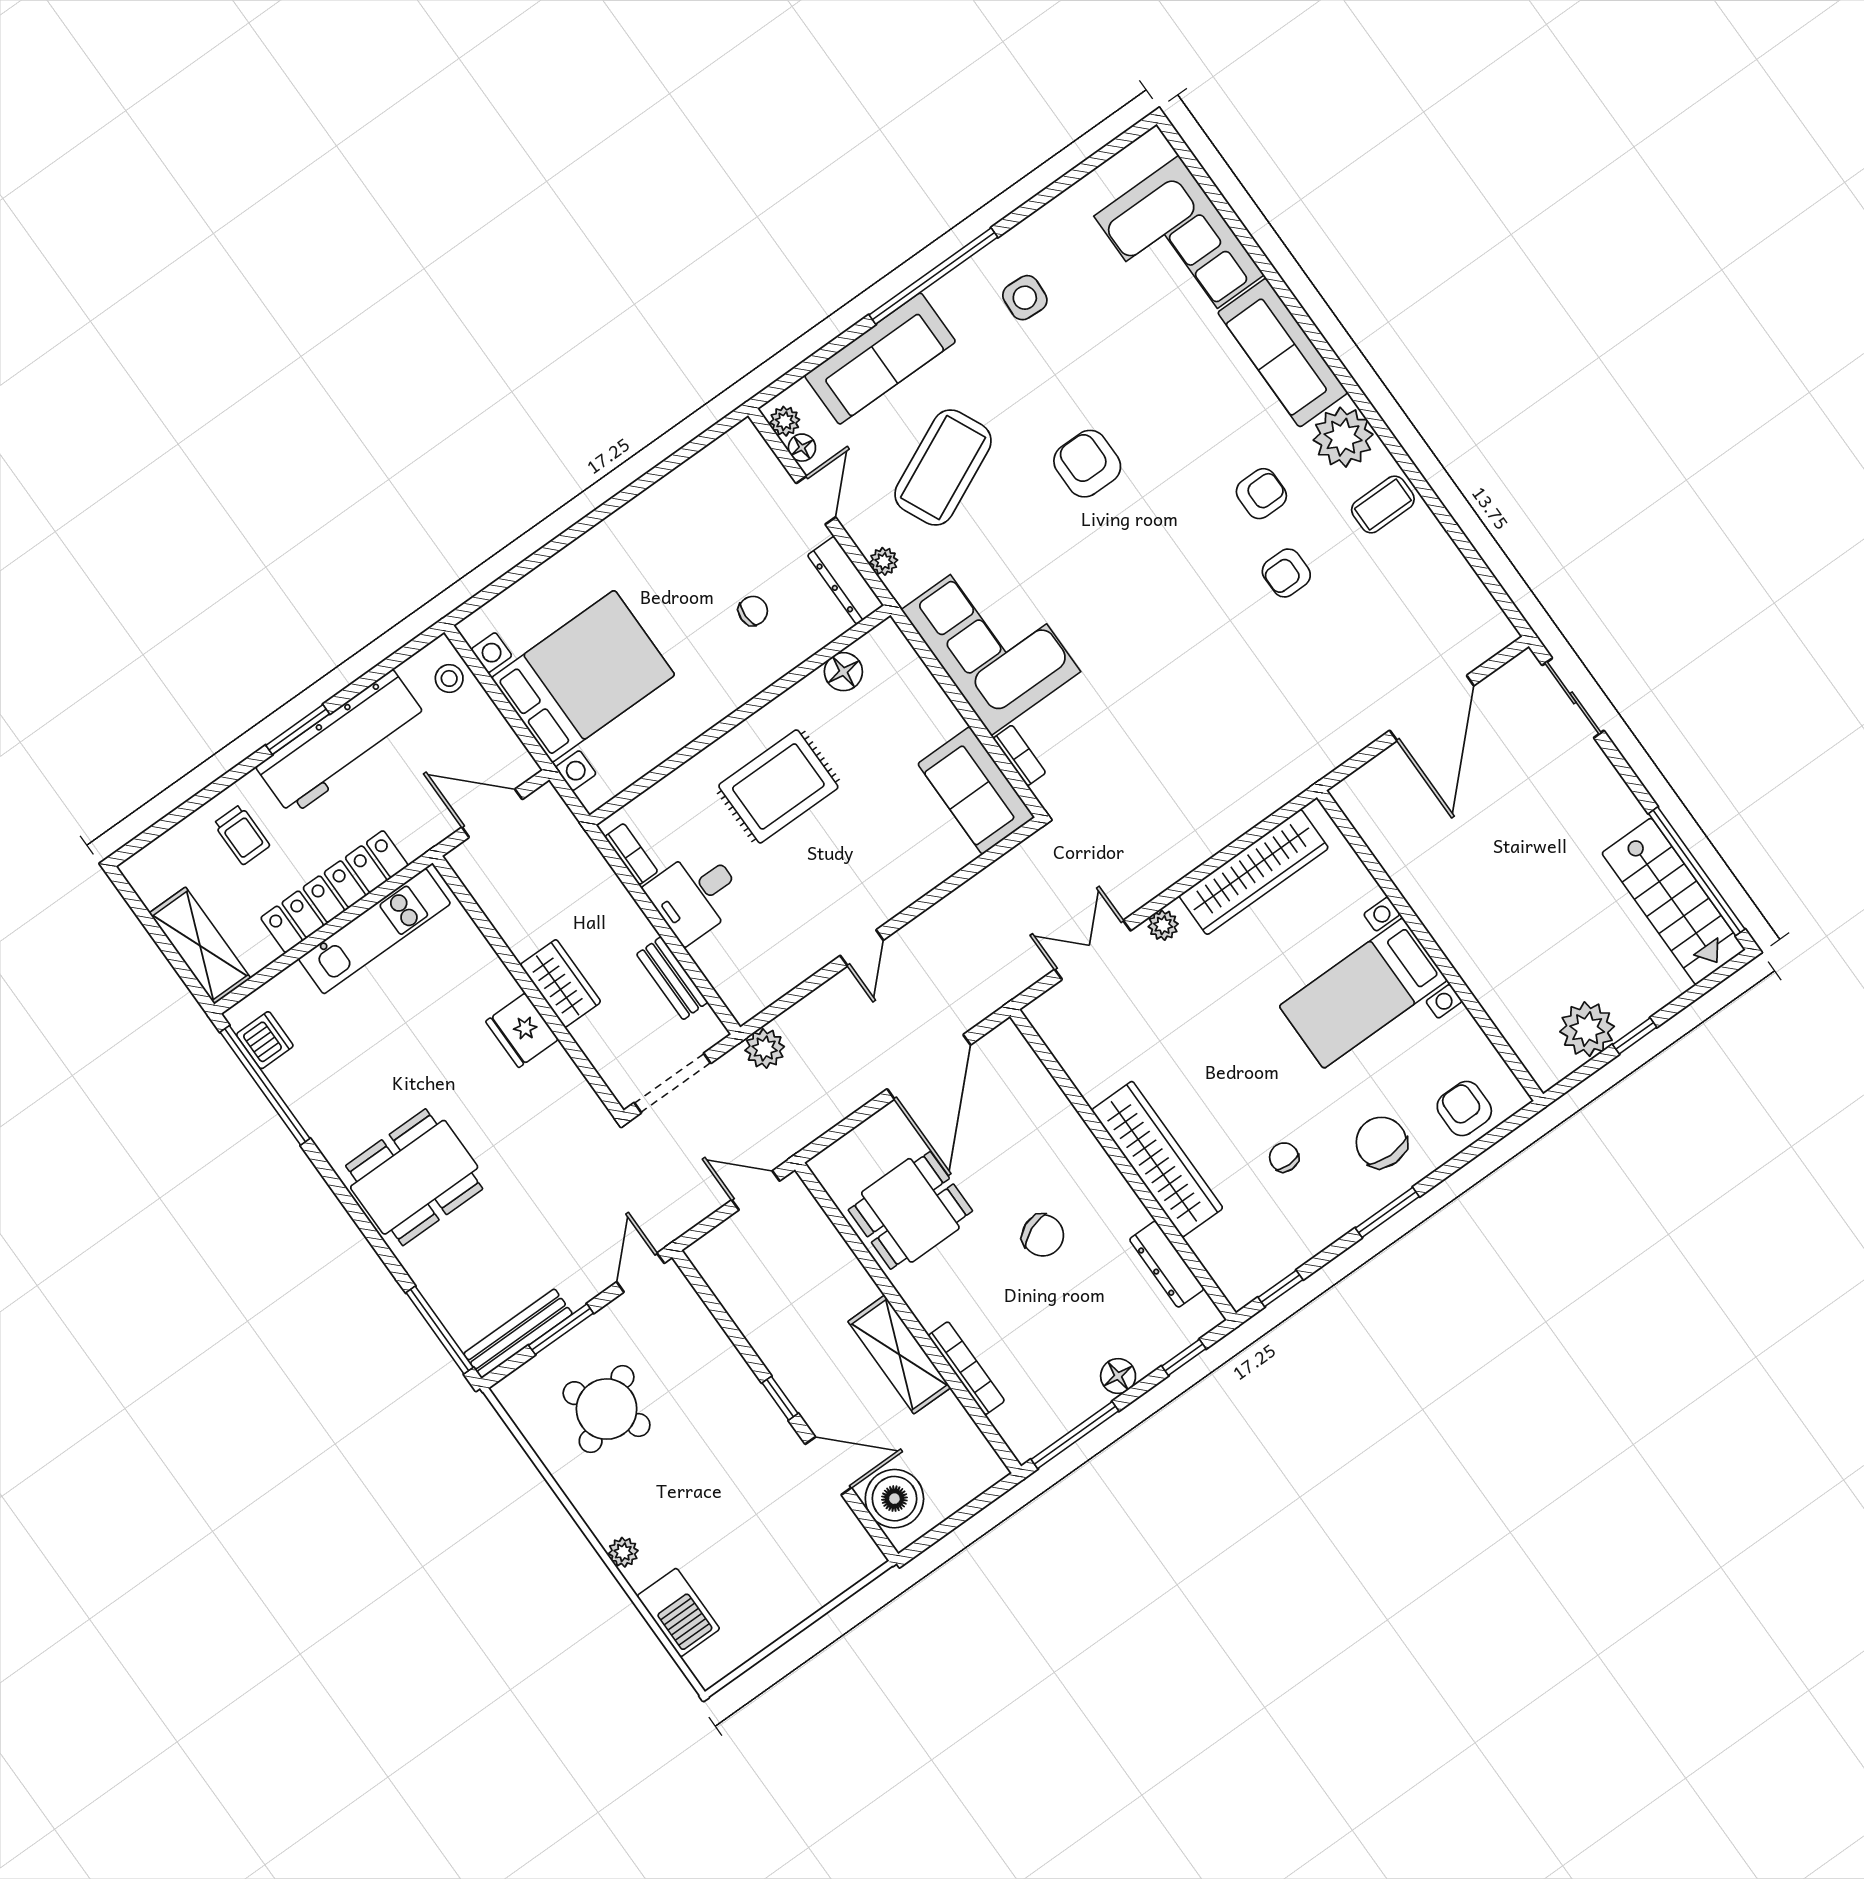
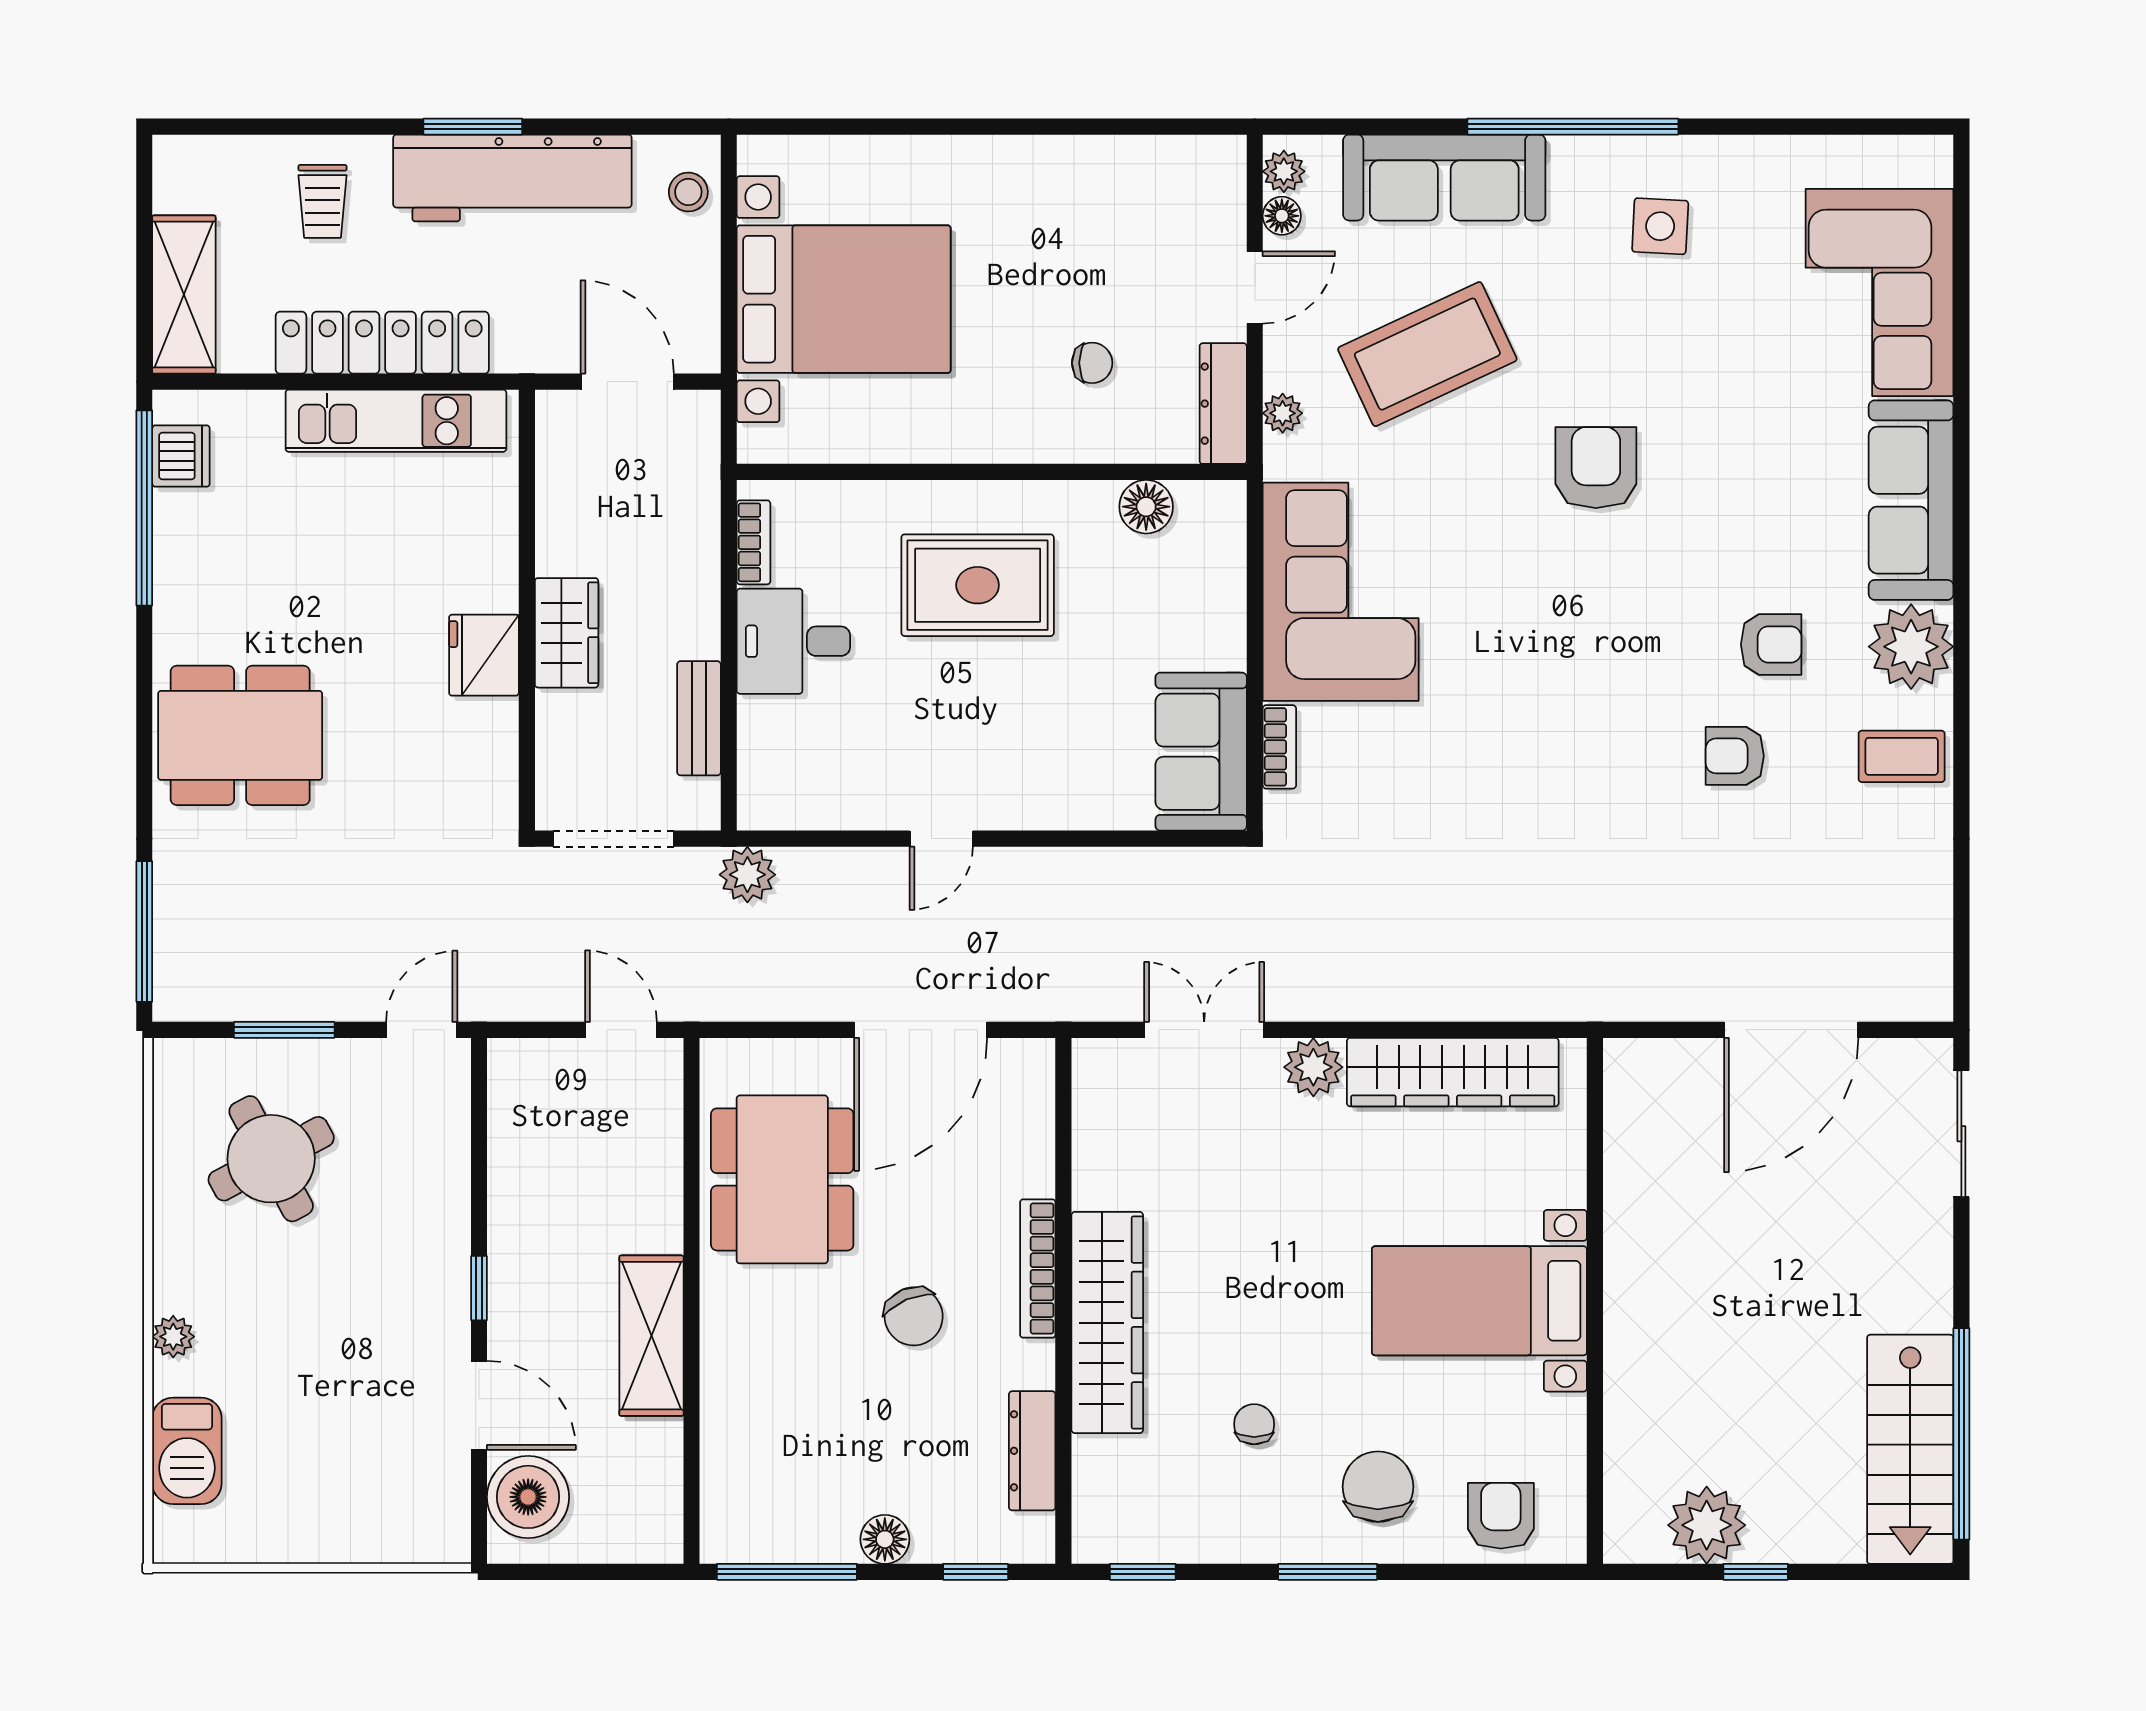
plant: (1163, 925) -> (1313, 1067), width x1.38, depth x1.38
dining table: (910, 1210) -> (782, 1179), width x1.38
bench: (518, 1334) -> (231, 1000), removed
bookcase: (966, 1368) -> (1038, 1269), moved, turned 180

